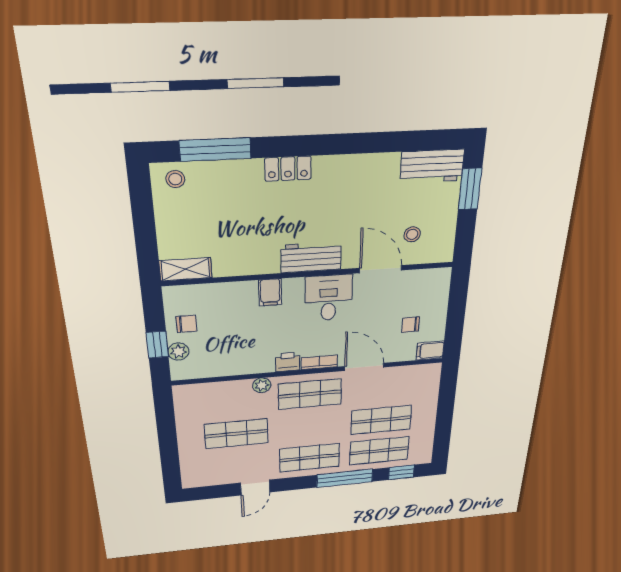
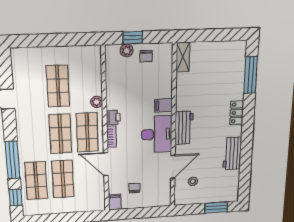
workbench: (432, 166) -> (232, 153), moved
stool: (175, 179) -> (237, 54), removed
desk: (329, 298) -> (157, 134), width x1.37
door: (364, 367) -> (106, 164), swing flipped
shop shelf: (310, 458) -> (60, 134), moved

